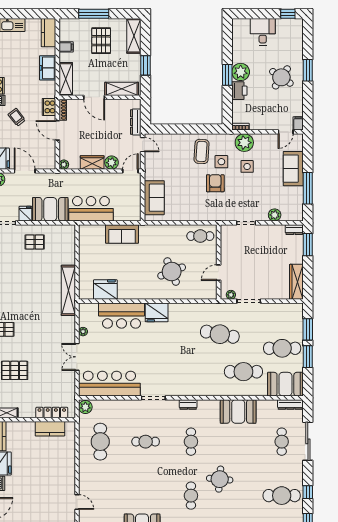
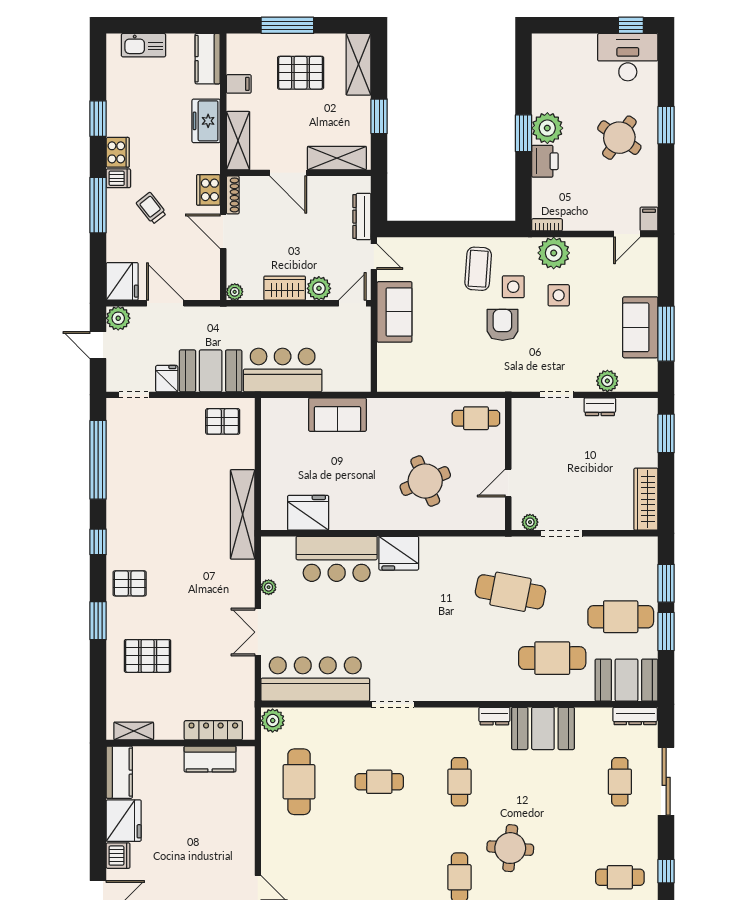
desk: (263, 32) -> (628, 57), moved, width x1.37
pallet: (101, 41) -> (301, 73), turned 90
sofa: (293, 169) -> (640, 327), moved
sofa: (154, 198) -> (394, 312), moved
dresser: (294, 230) -> (600, 407), moved
pallet: (35, 242) -> (223, 421), moved
dresser: (188, 404) -> (494, 716), moved
cafe table: (282, 496) -> (620, 877), width x0.73, depth x0.74

